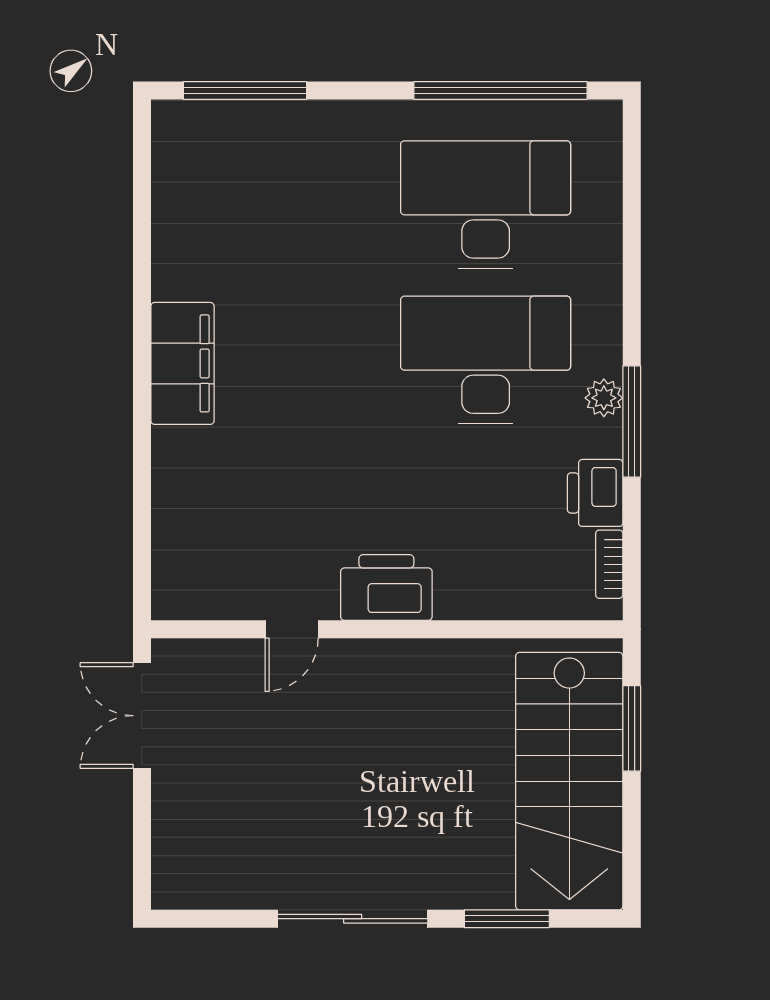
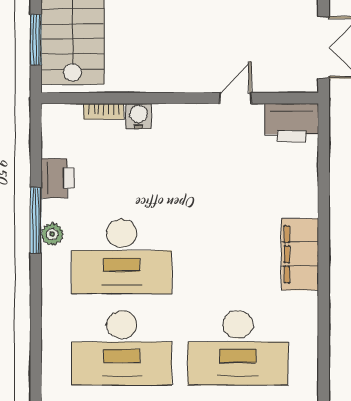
desk: (288, 205) -> (238, 348), added
bookcase: (609, 564) -> (104, 111), moved, turned 90
printer: (386, 588) -> (292, 123), moved
water cooler: (457, 599) -> (138, 116), added

